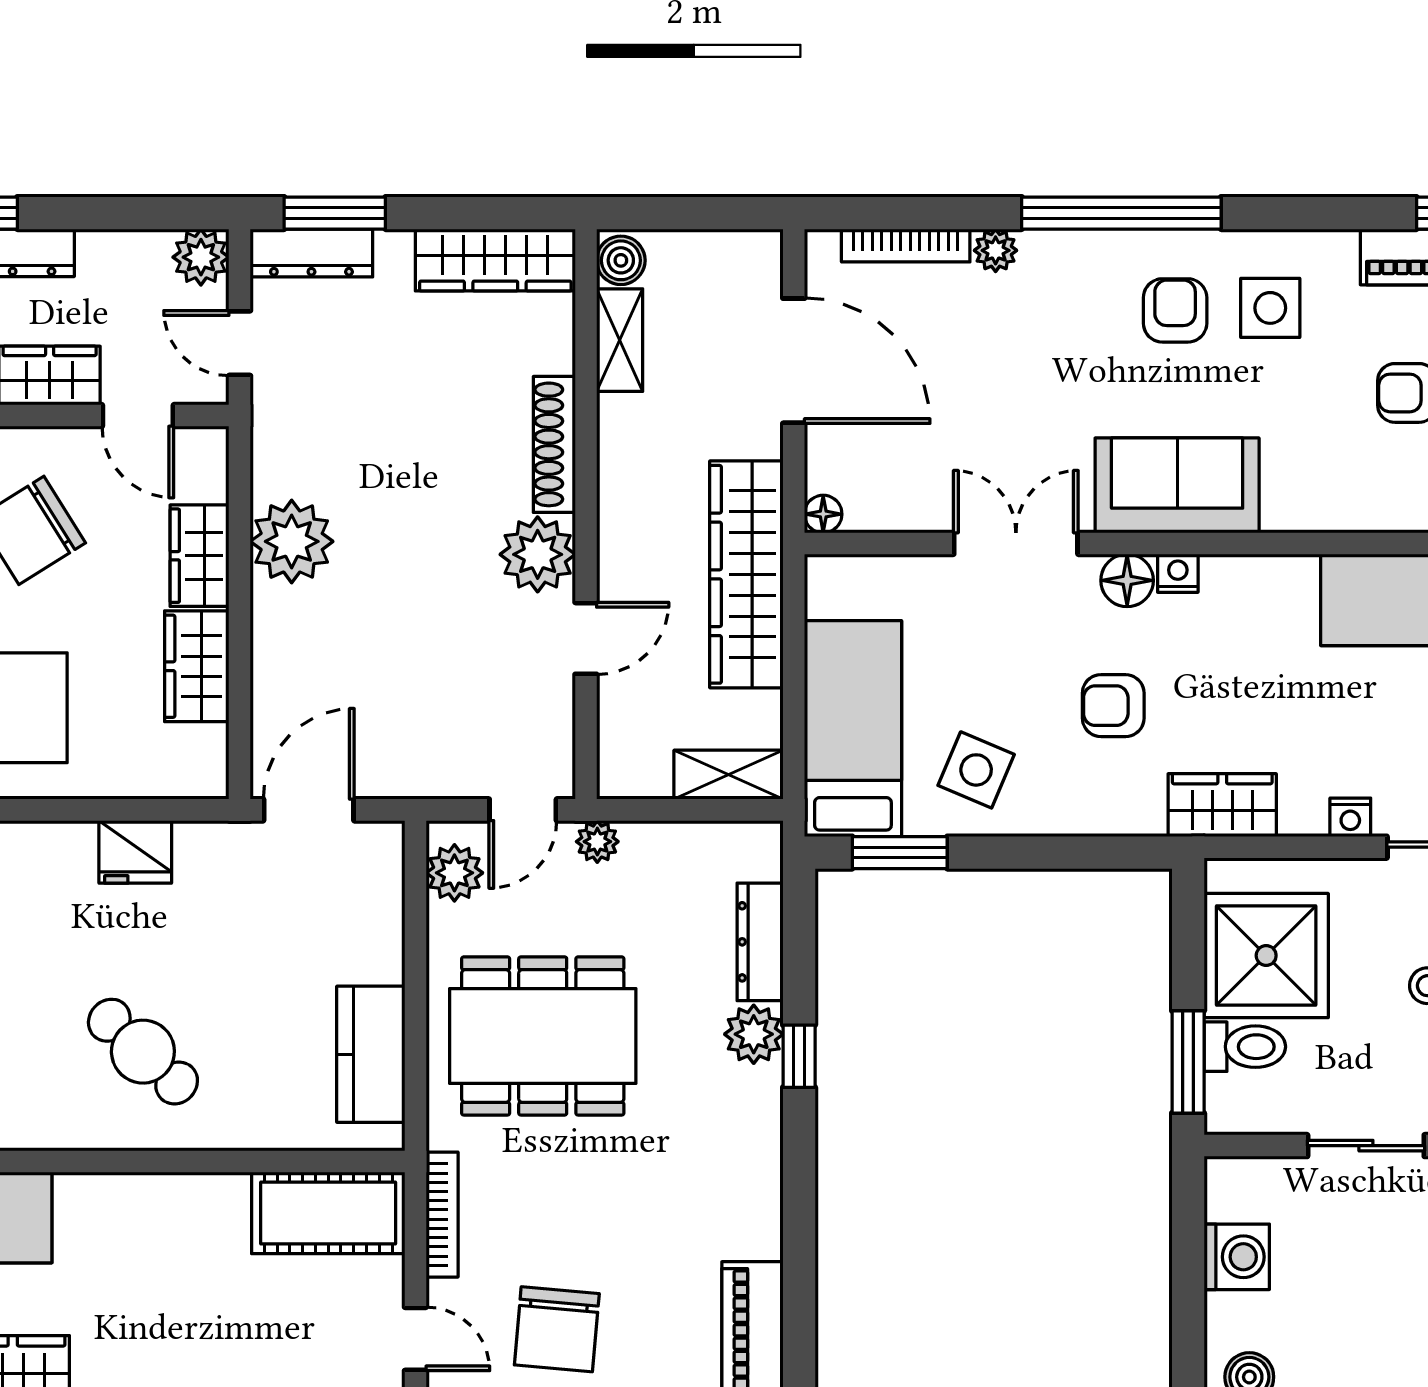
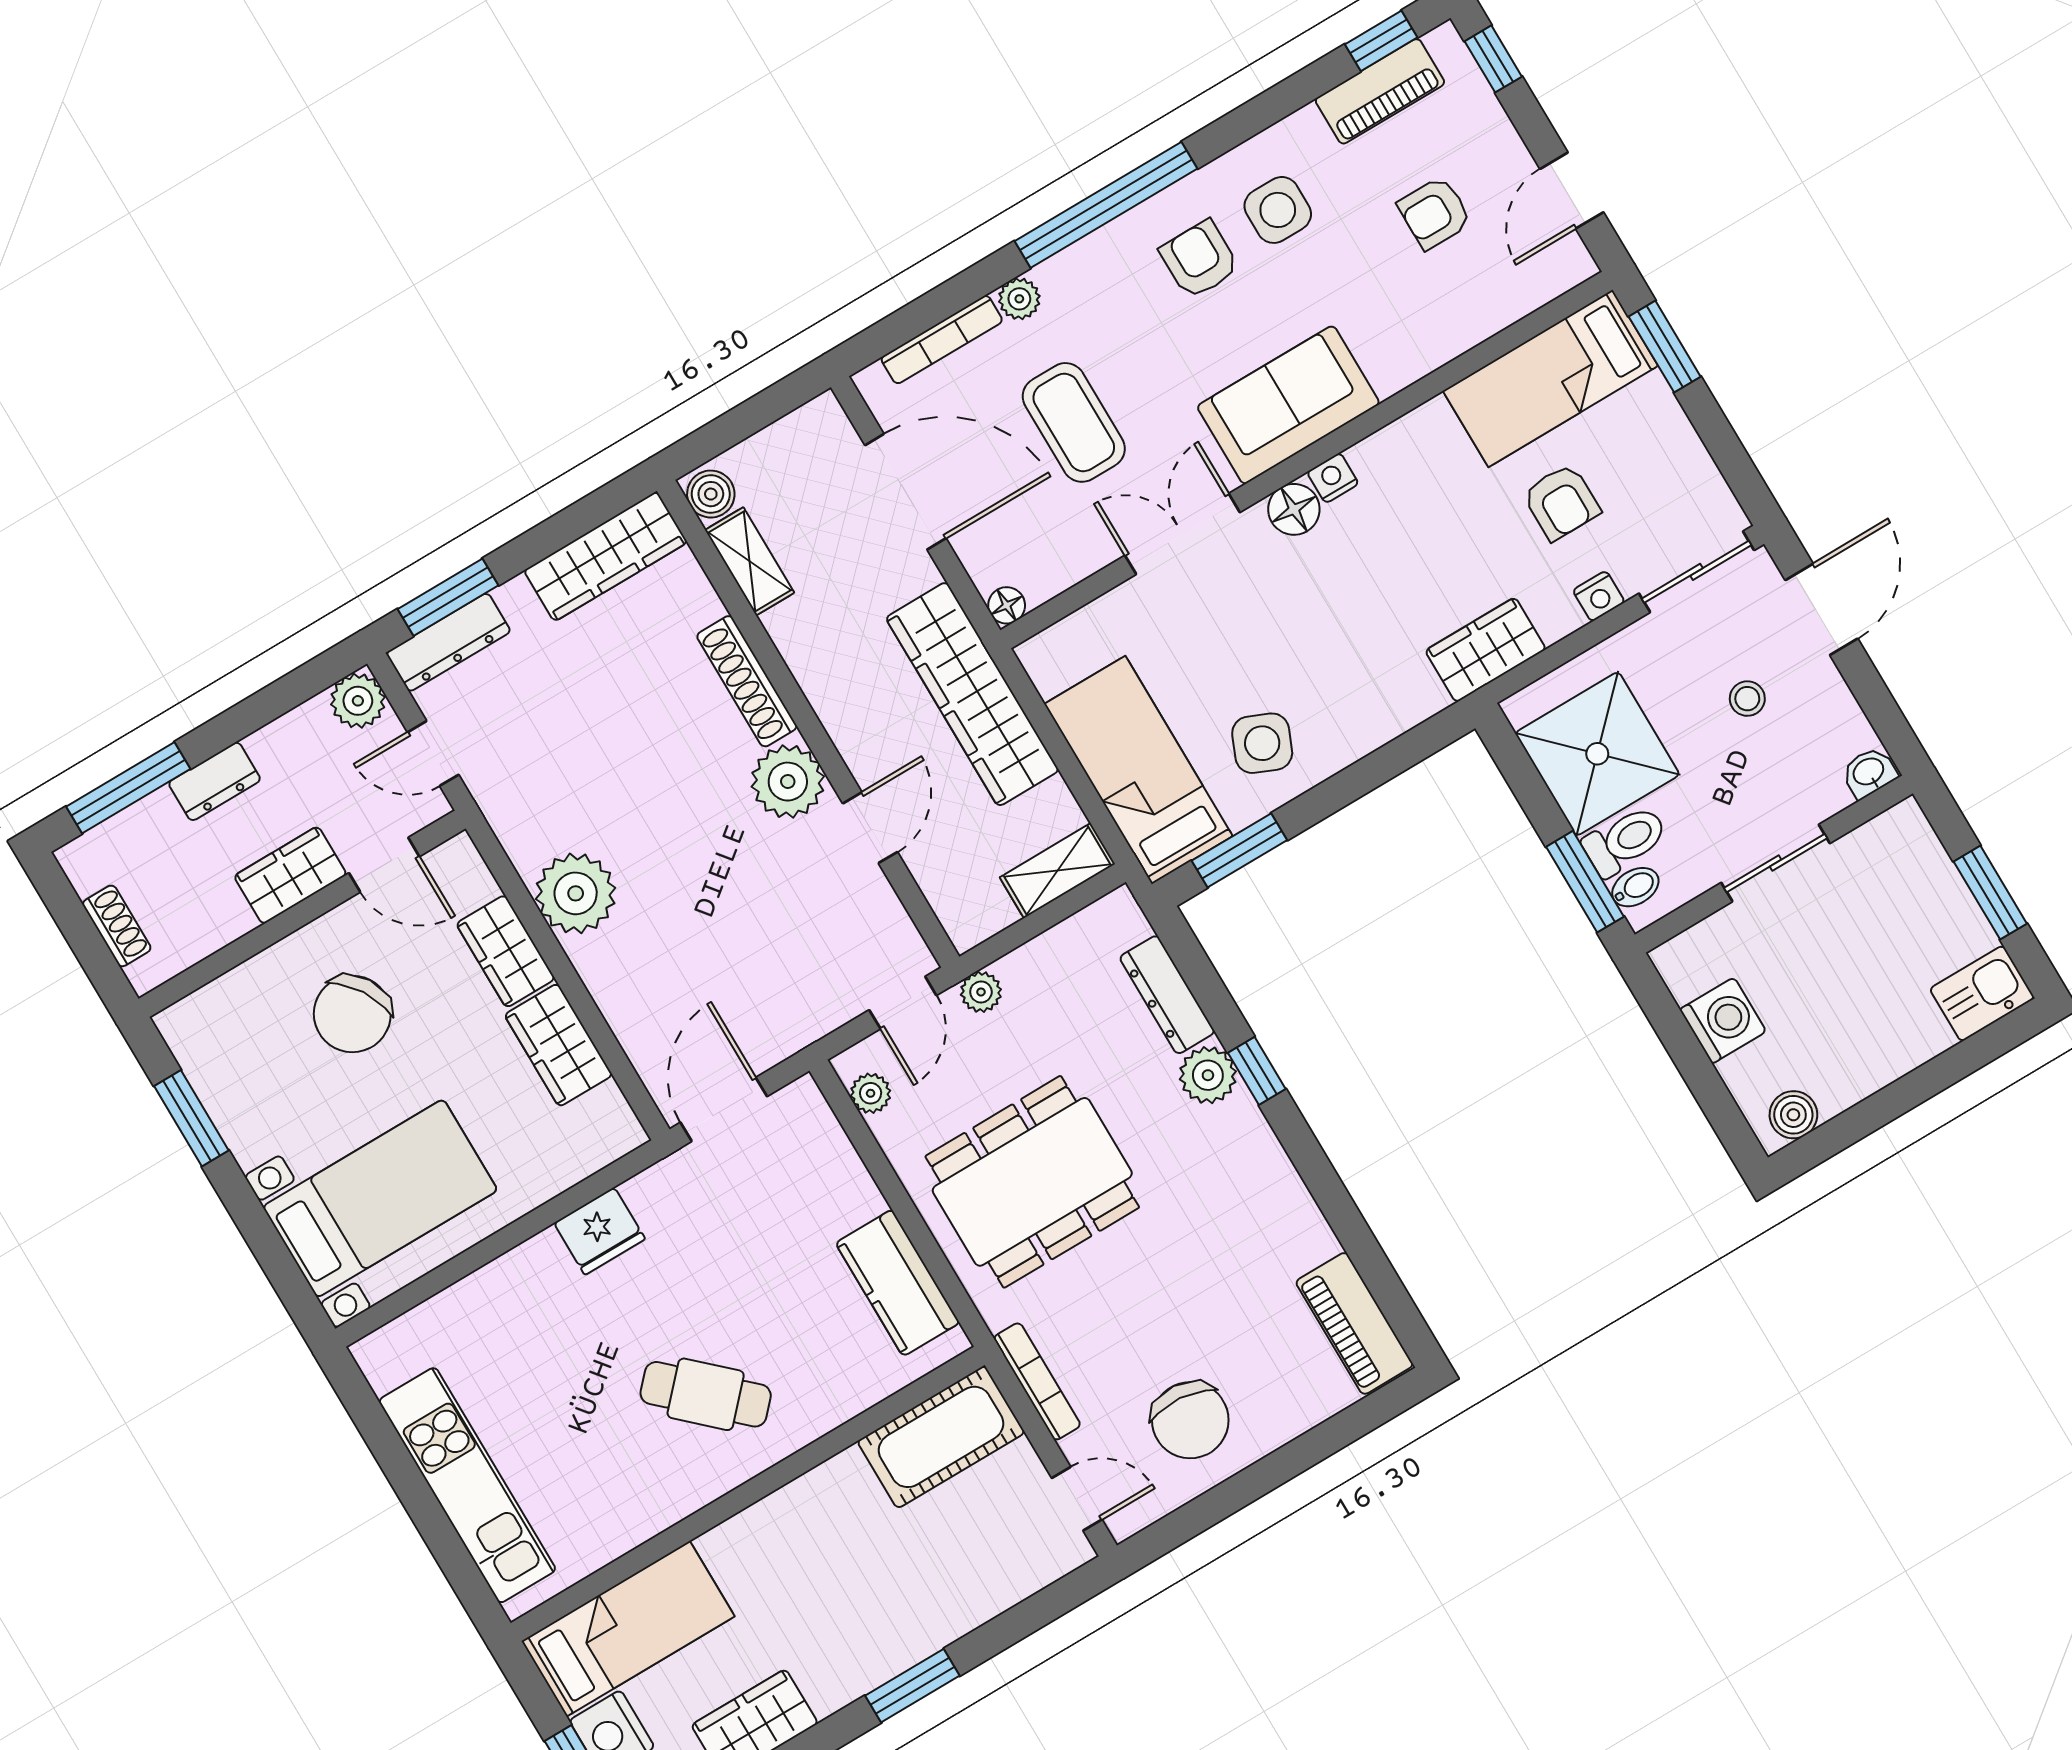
coffee table: (979, 388) -> (1074, 422), added
armchair: (1113, 706) -> (1561, 502), moved, turned -90
plant: (454, 873) -> (871, 1093), width x0.73, depth x0.73
bidet: (1230, 1093) -> (1635, 887), added

